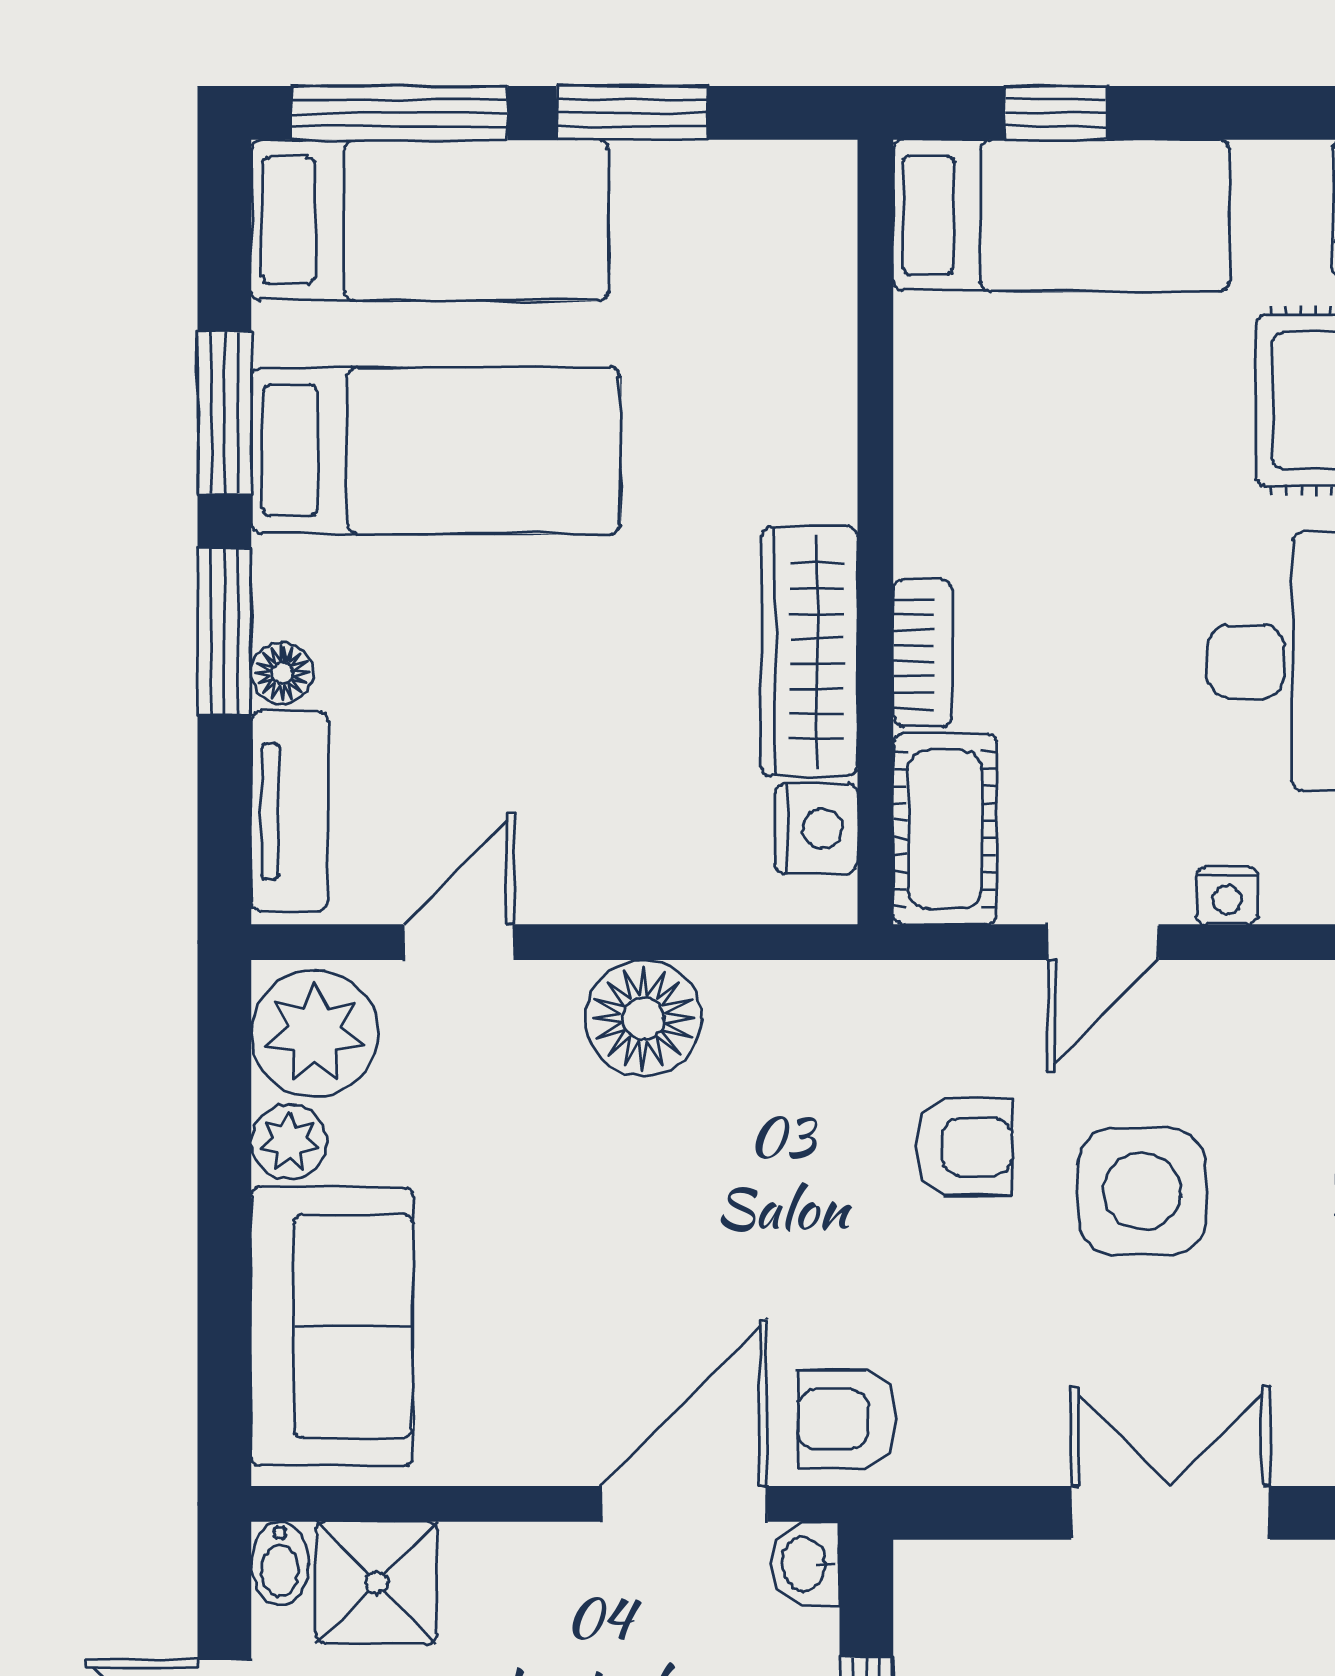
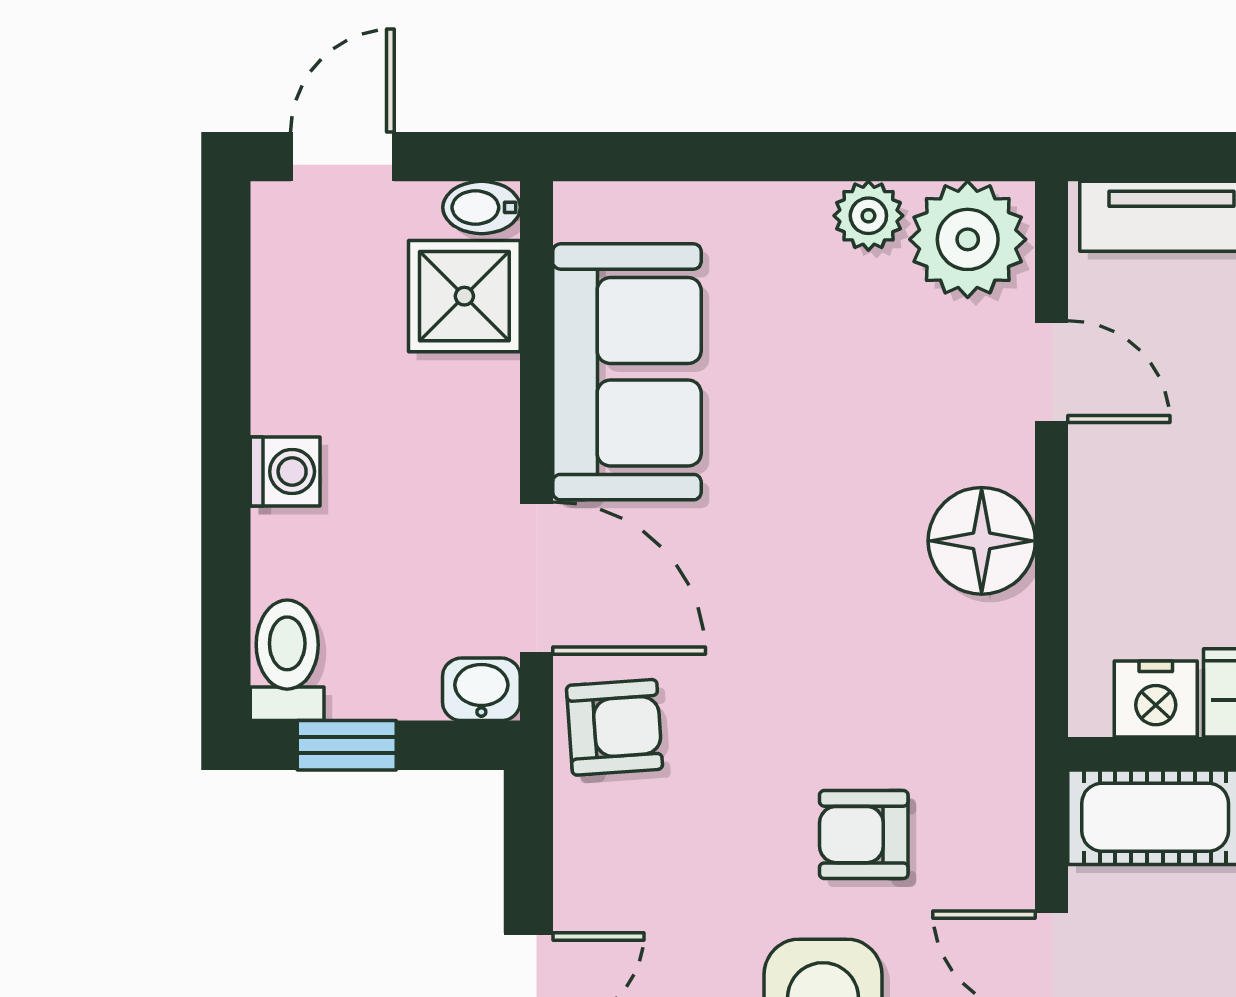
armchair: (964, 1147) -> (864, 835), turned 90
sofa: (332, 1326) -> (627, 372), moved, turned -90
armchair: (847, 1419) -> (615, 727), turned 86

